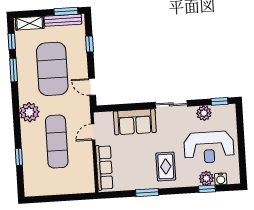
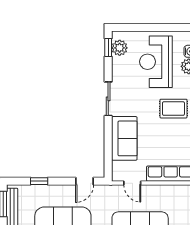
plant: (204, 113) -> (120, 48), moved
reception desk: (209, 147) -> (156, 62), turned 180

